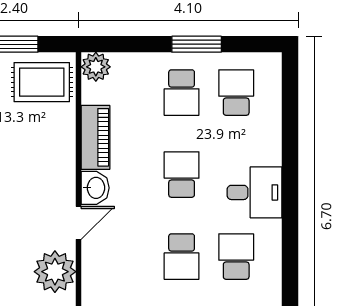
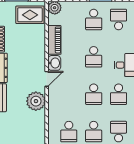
school desk: (182, 175) -> (94, 57), turned 180
school desk: (236, 257) -> (119, 94), turned 180

